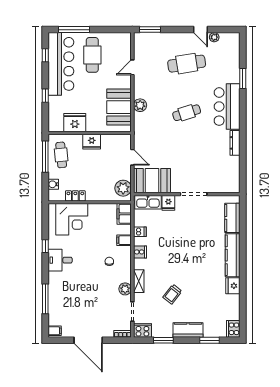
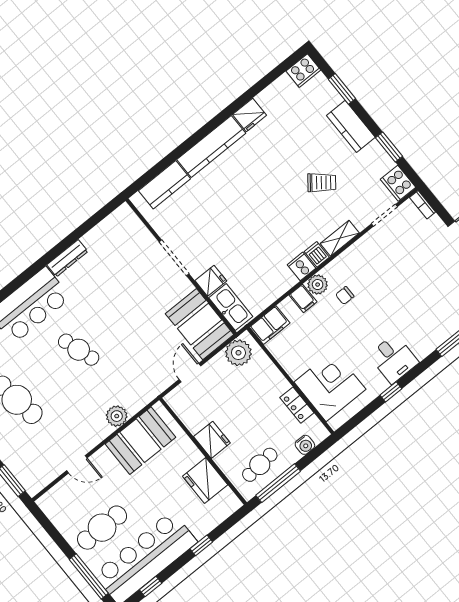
dishwasher: (140, 232) -> (317, 254), moved
plant: (125, 289) -> (318, 285), moved

